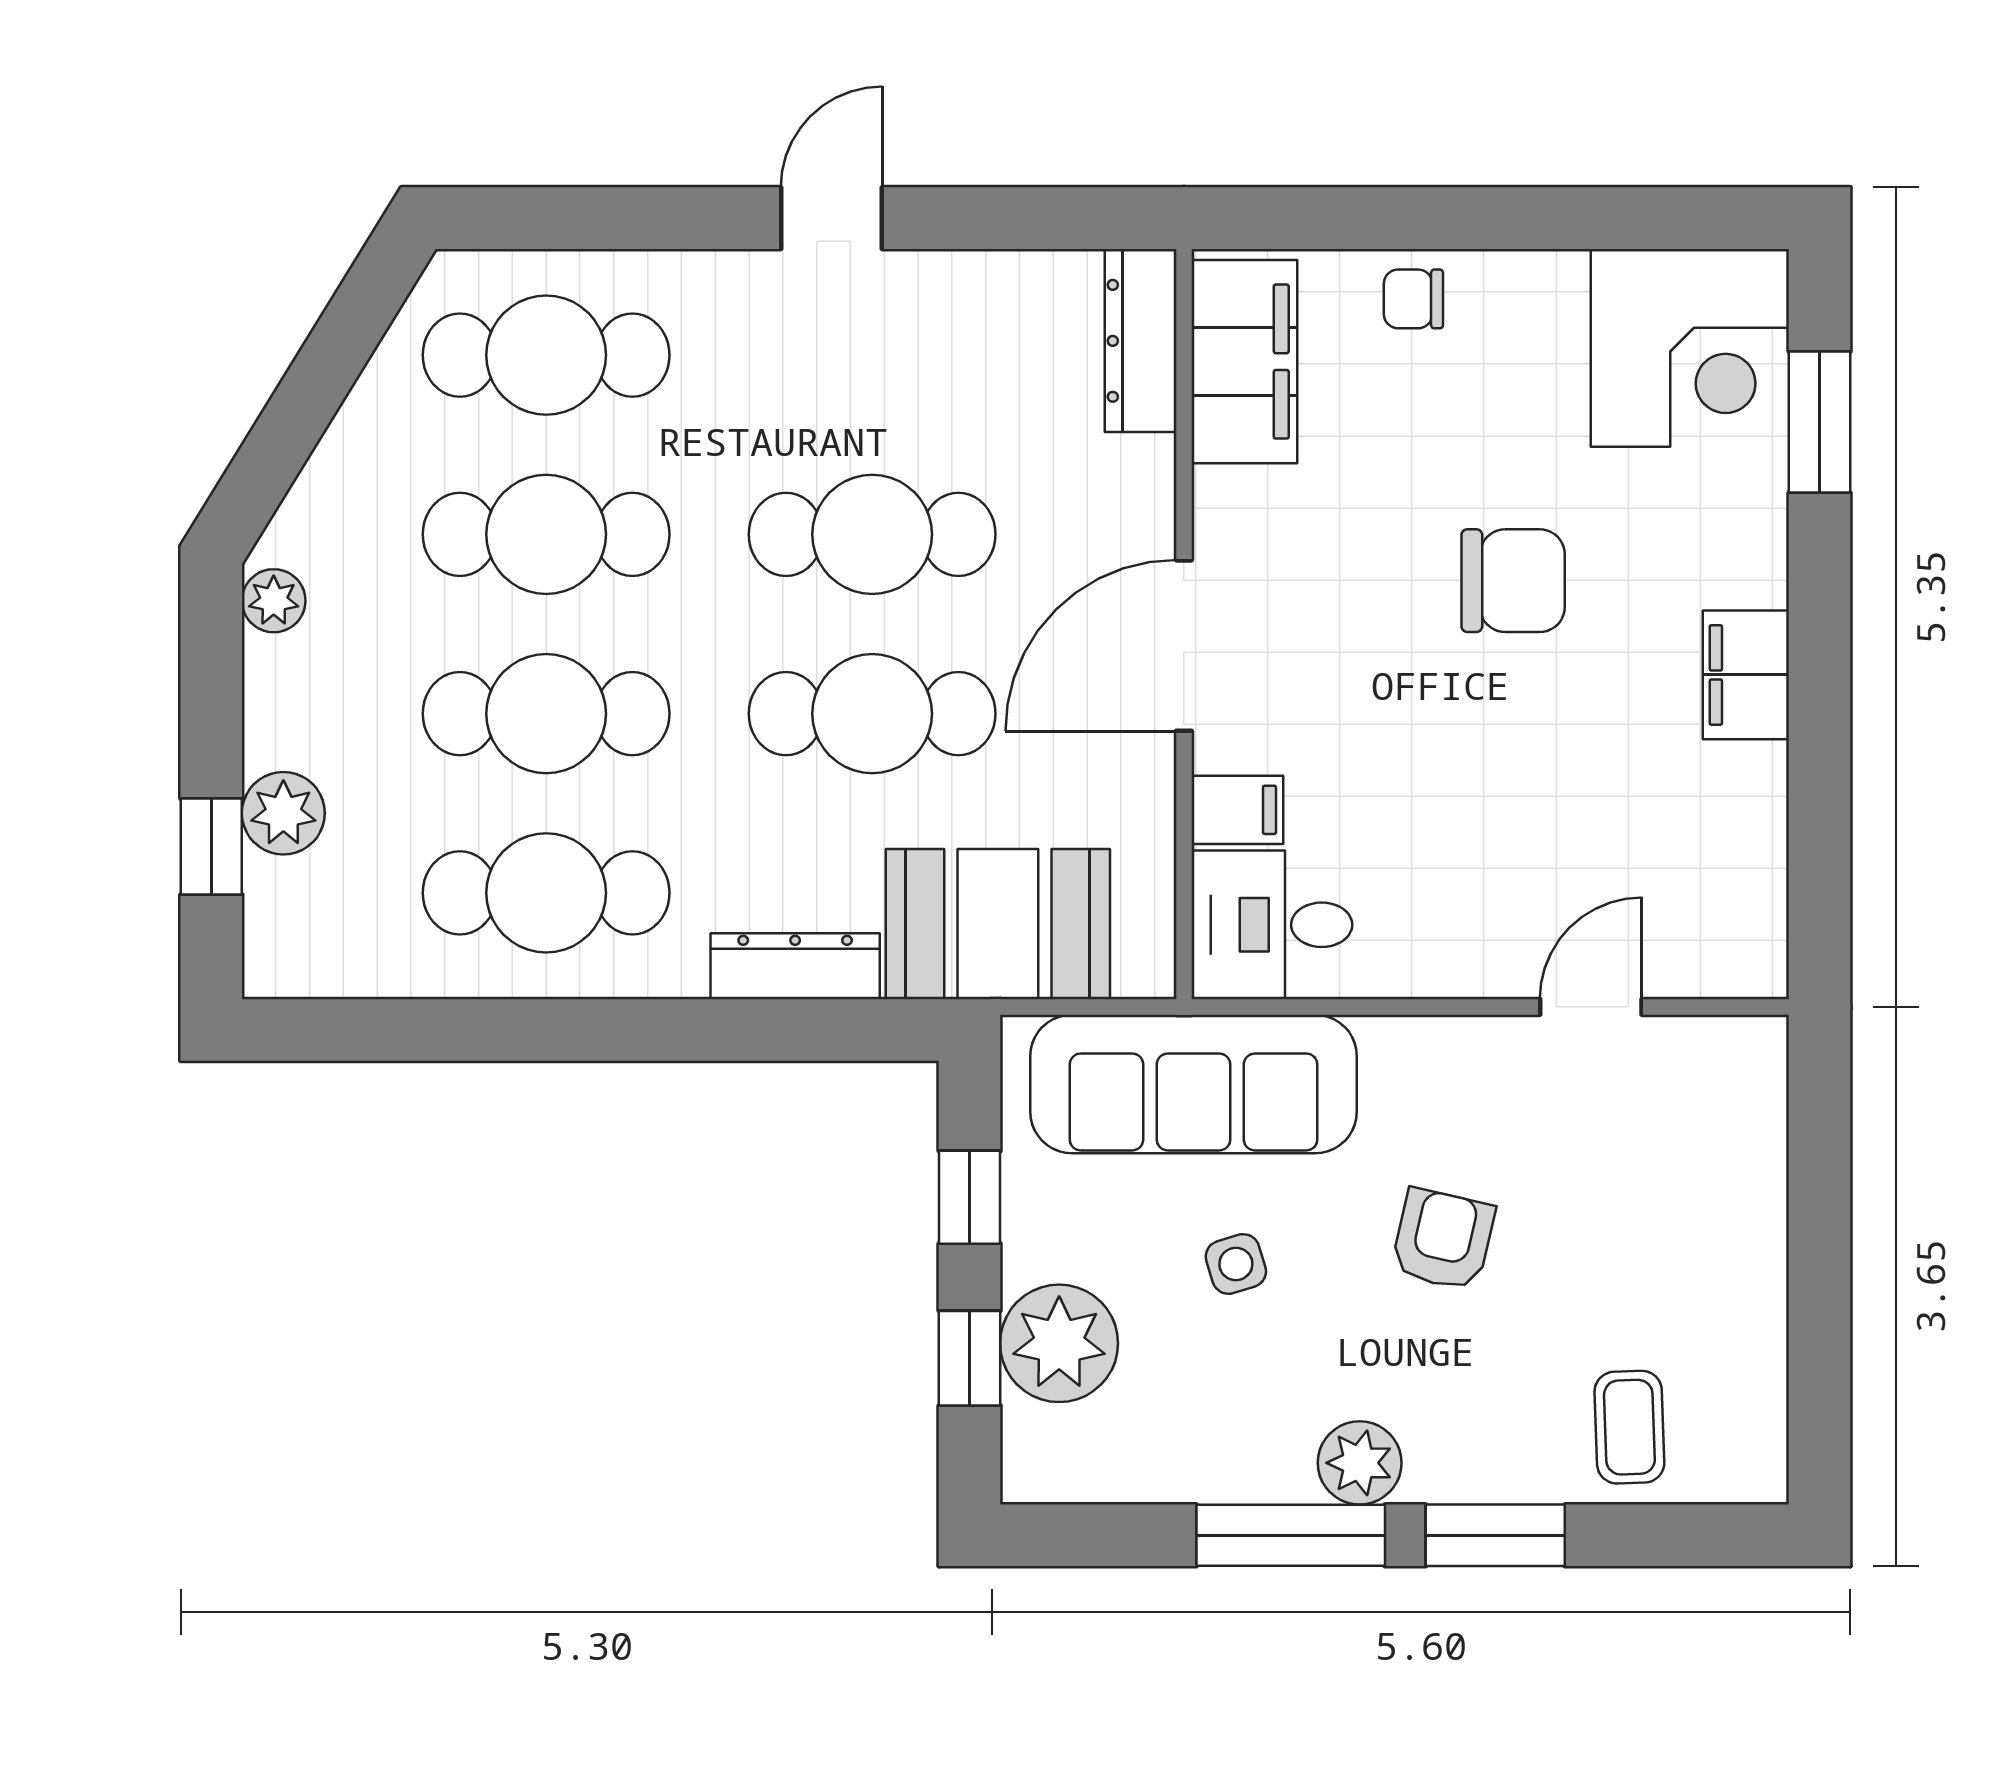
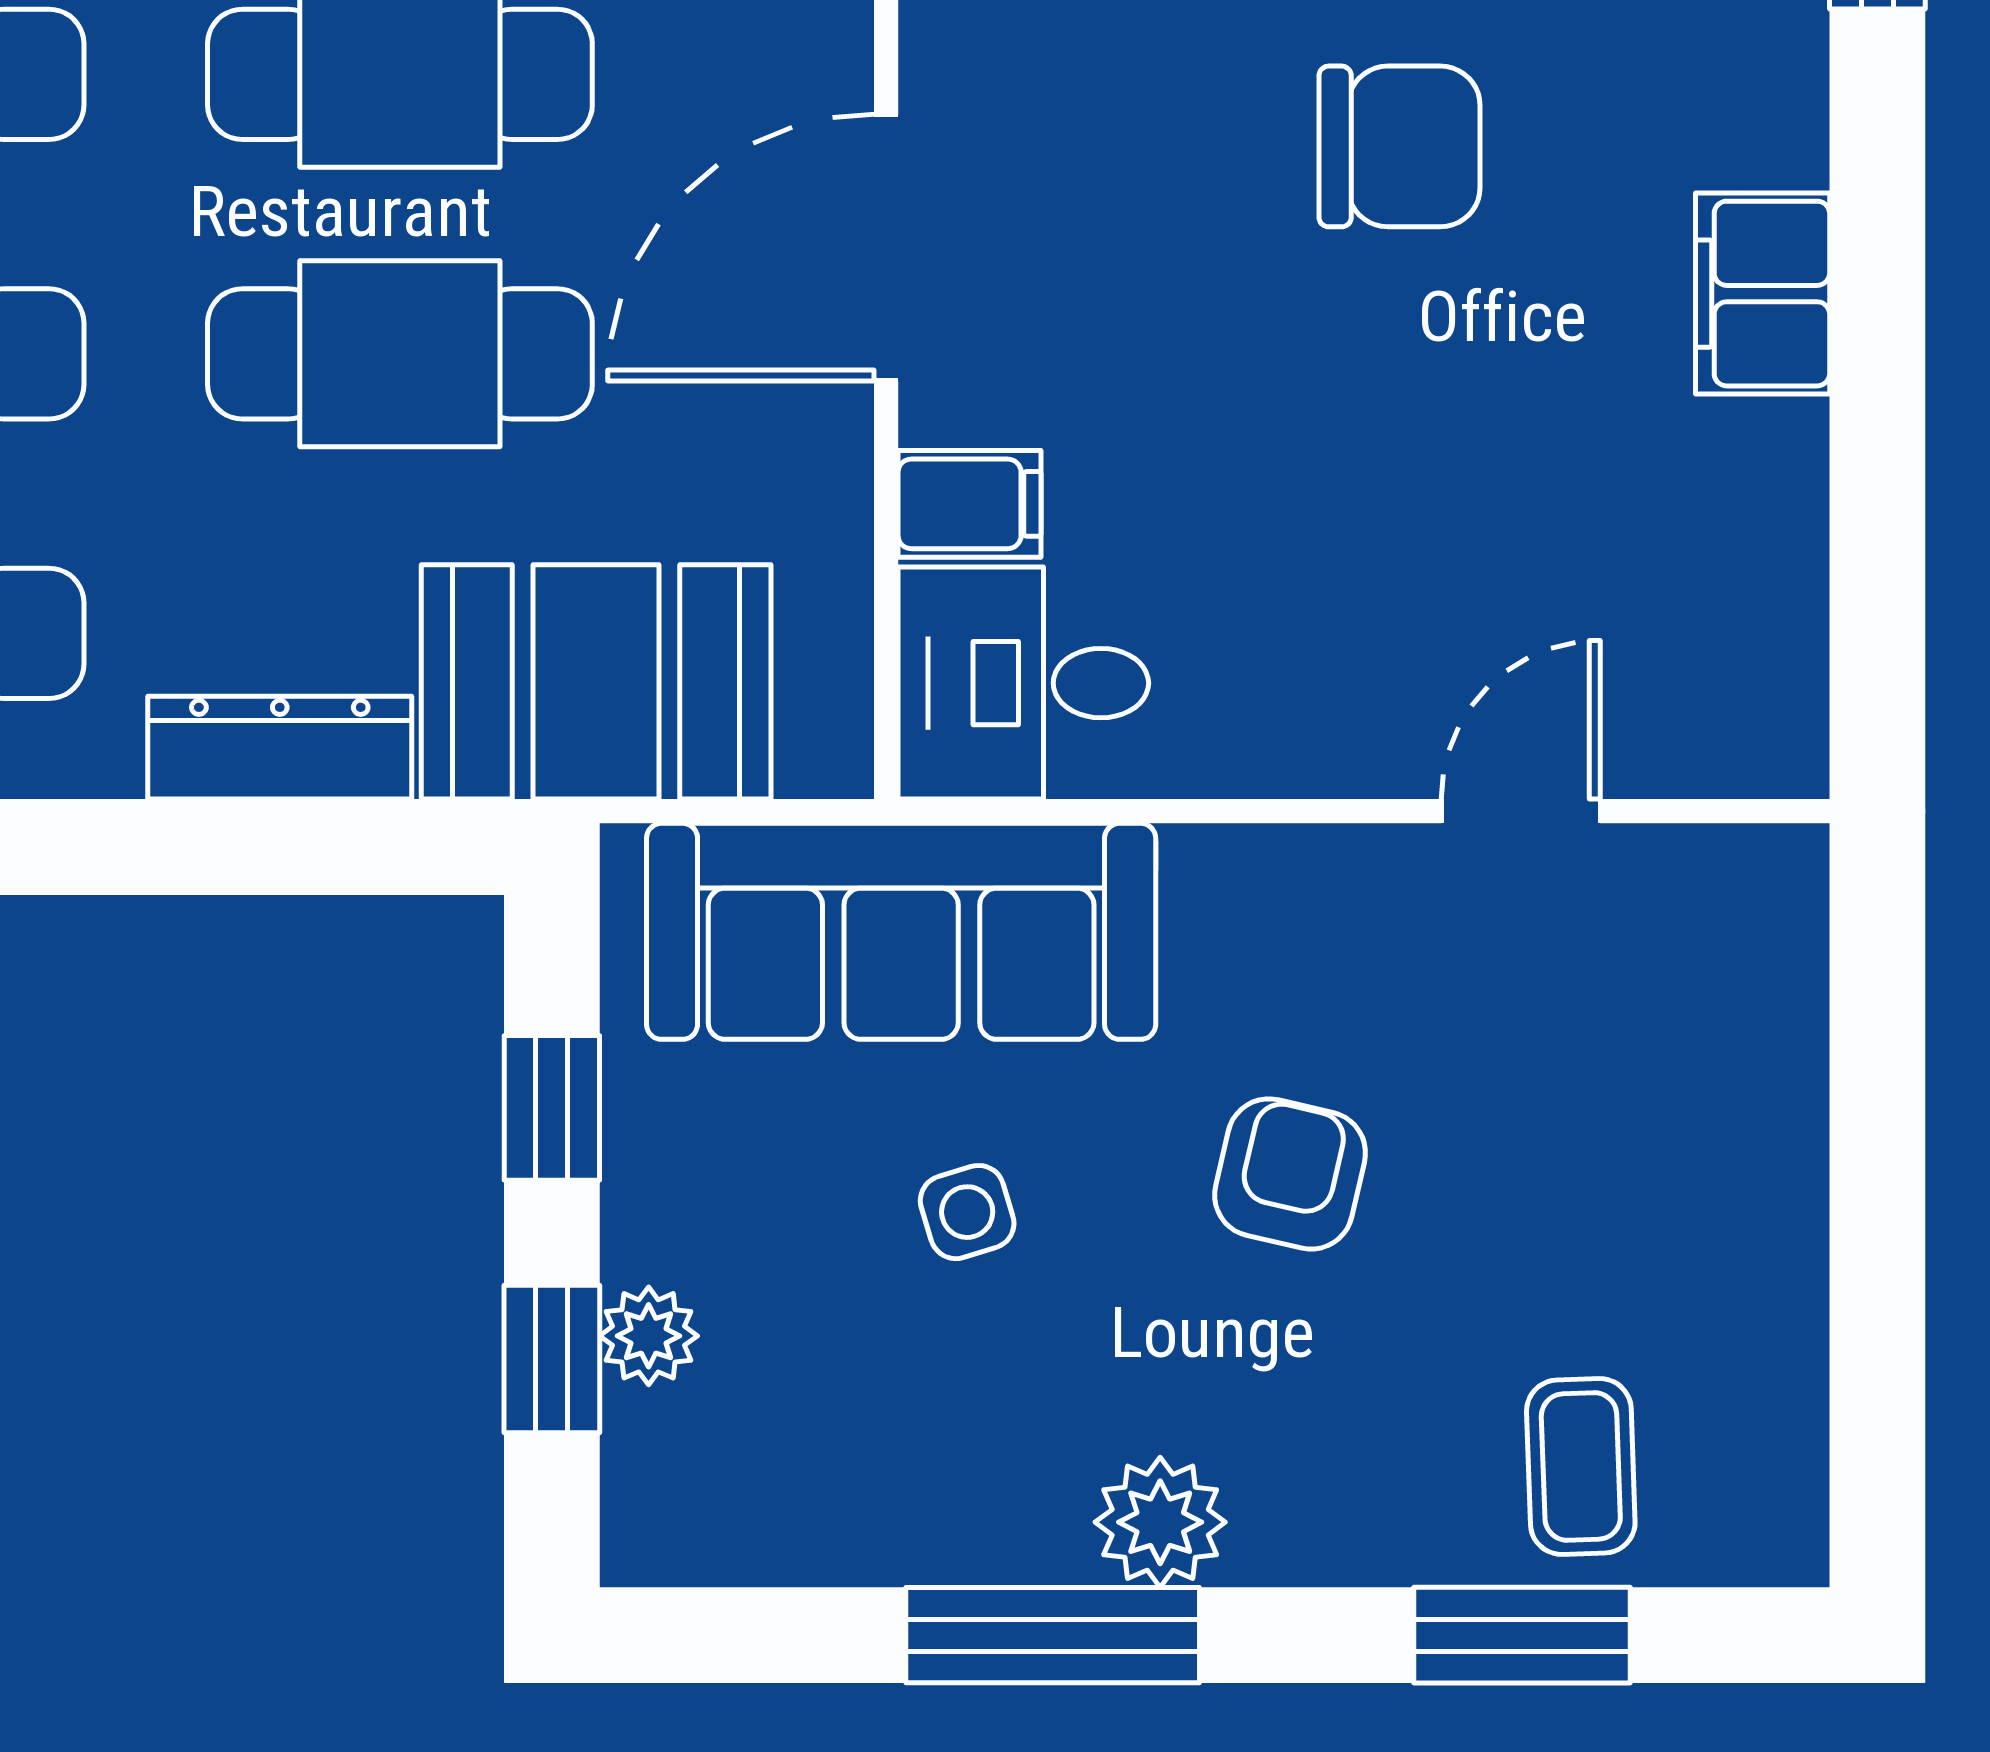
plant: (1059, 1343) -> (649, 1336), width x0.53, depth x0.53
window: (1495, 1535) -> (1522, 1635), moved

